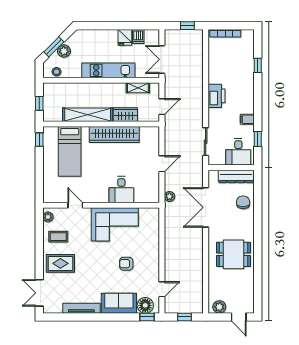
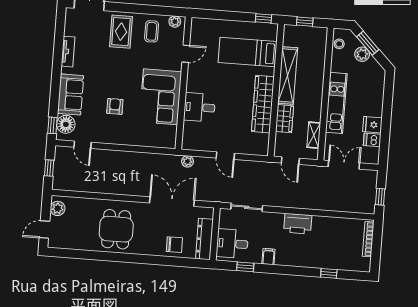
tv unit: (81, 308) -> (68, 52), width x0.71

